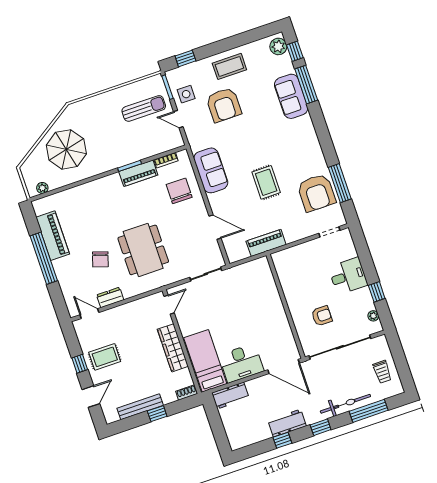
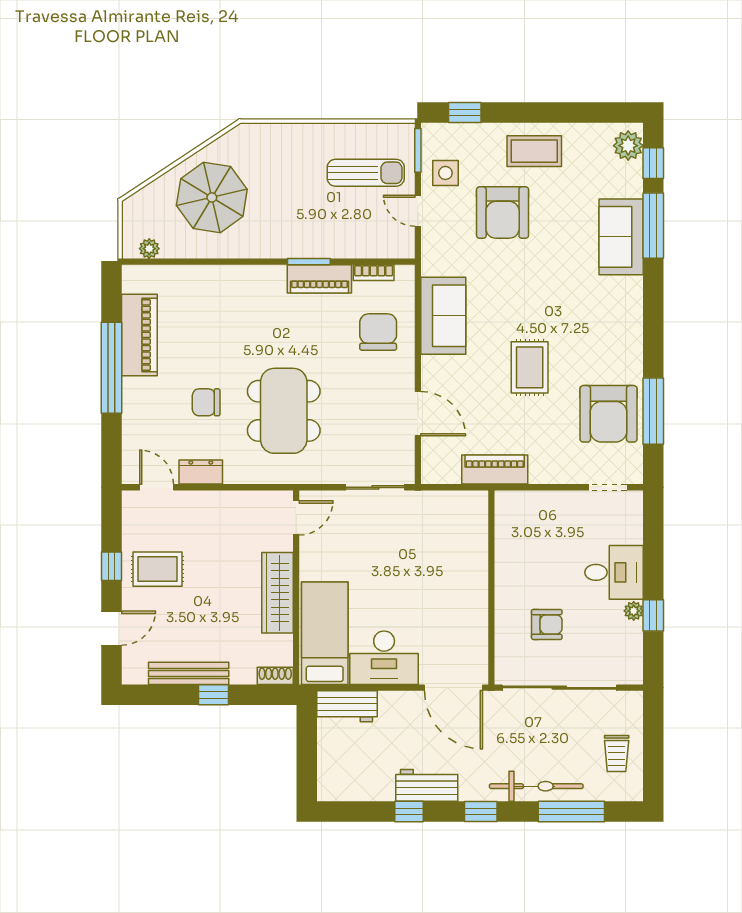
chair: (100, 259) -> (206, 402), turned 72
plant: (373, 316) -> (634, 611), moved

